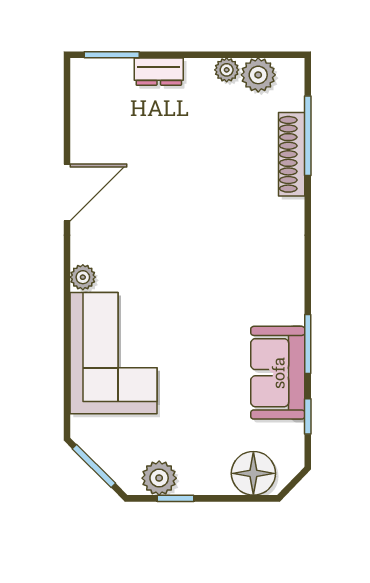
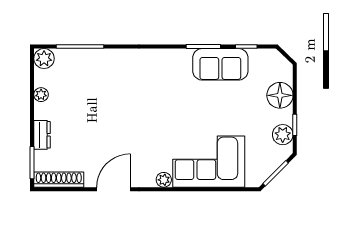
plant: (258, 75) -> (44, 59), moved
shoe rack: (292, 154) -> (59, 180), moved, turned 180
door: (67, 193) -> (114, 189), hinge flipped
floor lamp: (253, 473) -> (280, 95), moved

